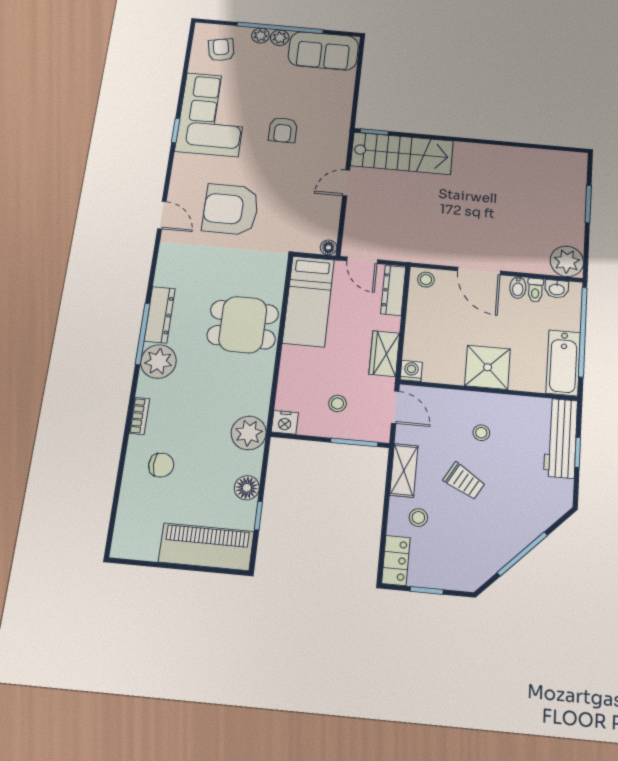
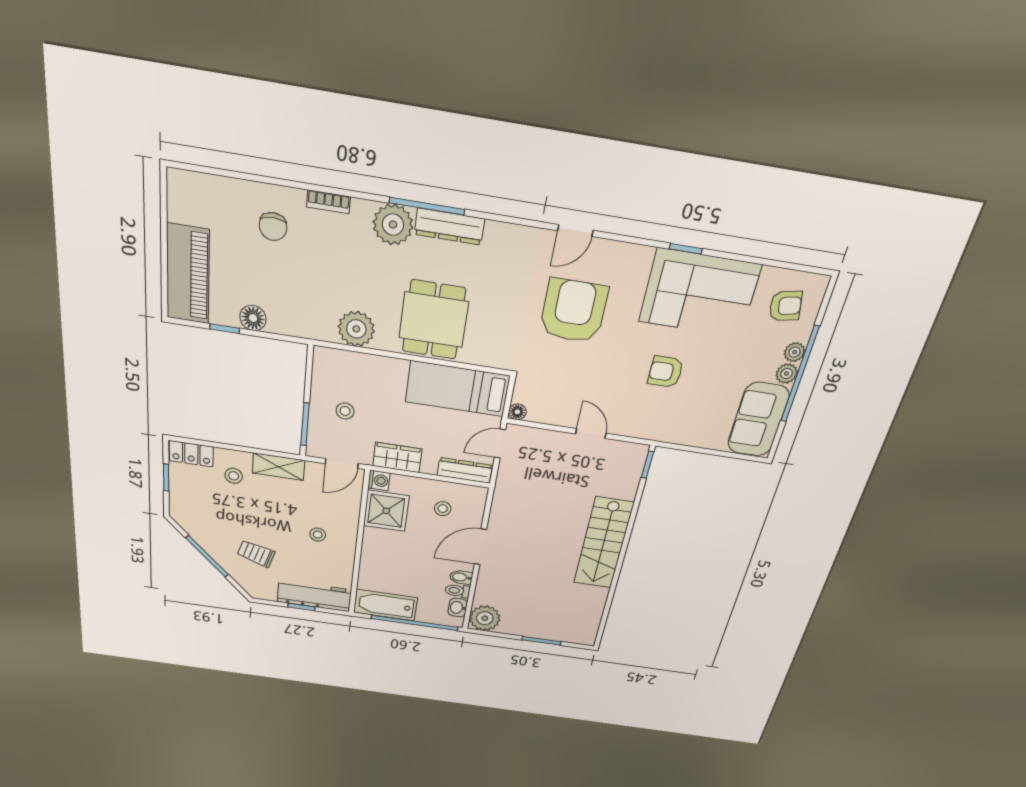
stairs: (402, 153) -> (603, 543), moved
stool: (426, 280) -> (443, 509), moved
shower: (488, 367) -> (386, 511), moved
nightstand: (285, 422) -> (324, 359), removed
plant: (249, 433) -> (356, 329), moved
trolley: (464, 481) -> (256, 554), moved, turned 77

